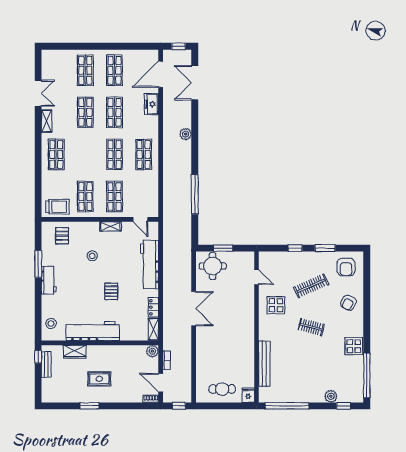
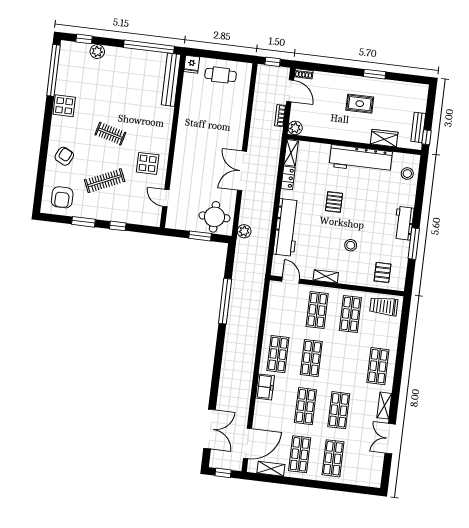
shelving: (138, 55) -> (271, 469), added
freezer: (151, 104) -> (265, 387), moved
plant: (186, 134) -> (244, 231), moved
armchair: (346, 267) -> (62, 197), turned 180
bench: (264, 364) -> (171, 80), moved

